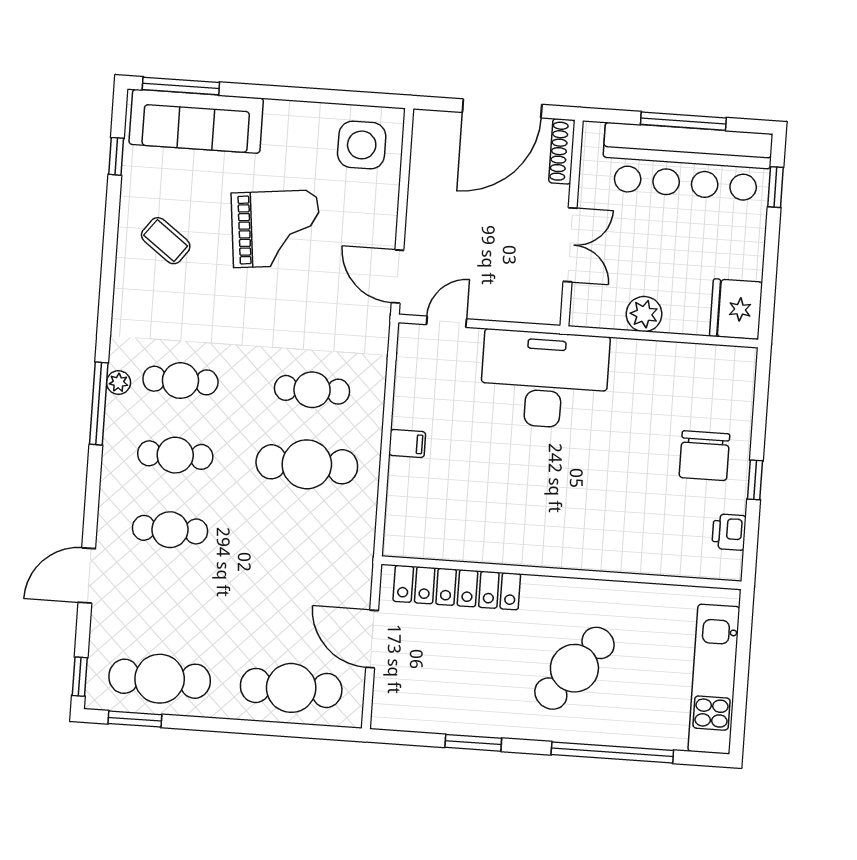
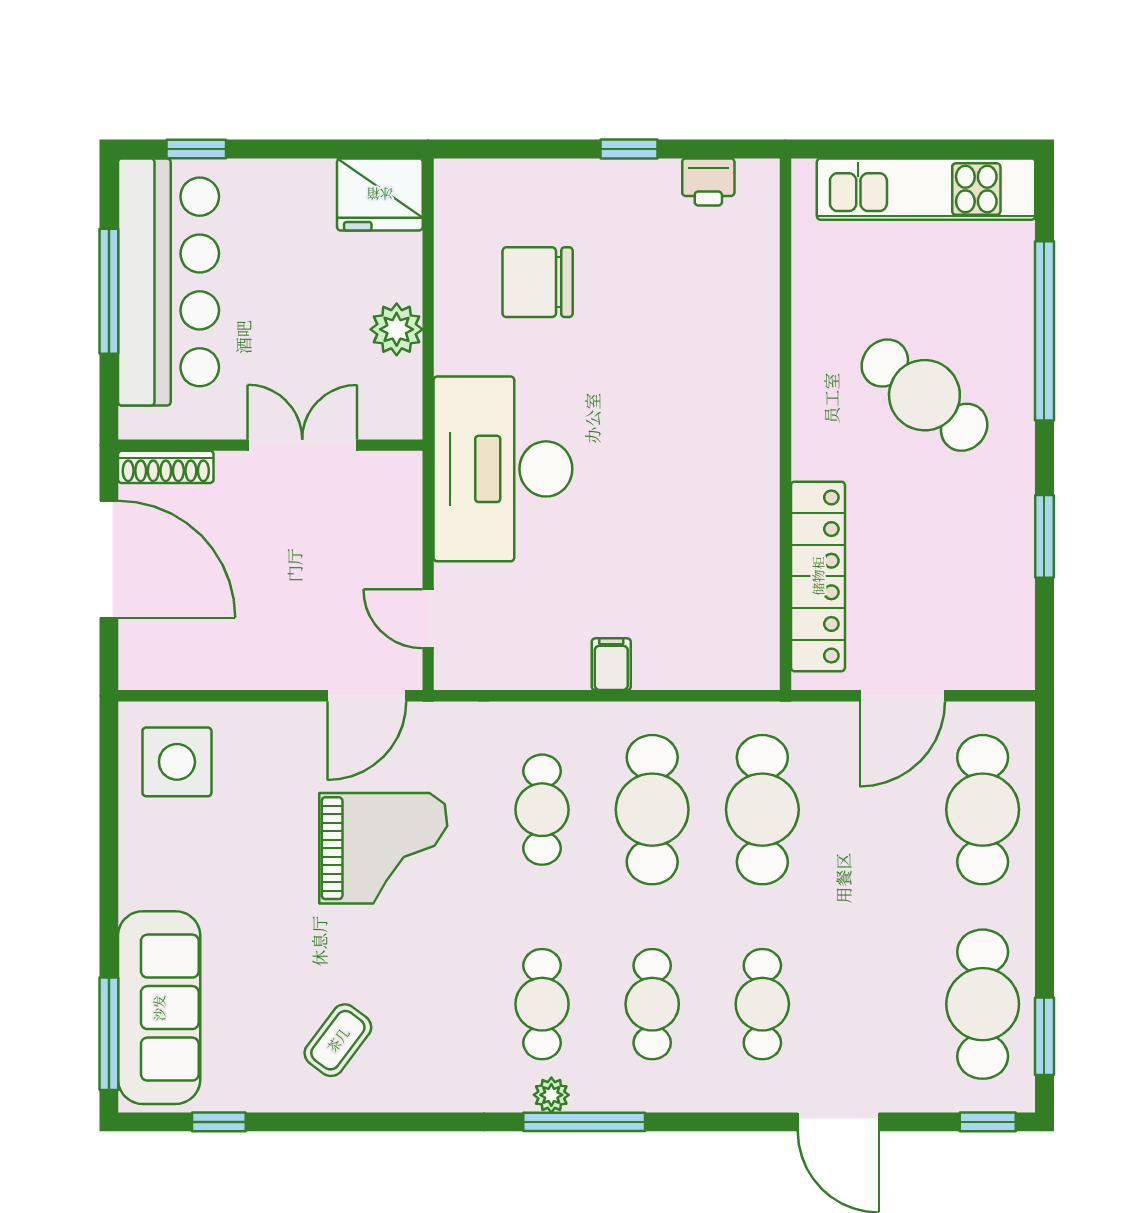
grand piano: (276, 229) -> (383, 848), moved, turned 96
chair: (704, 456) -> (538, 282), moved, turned 180
cafe table: (302, 539) -> (762, 810), added

